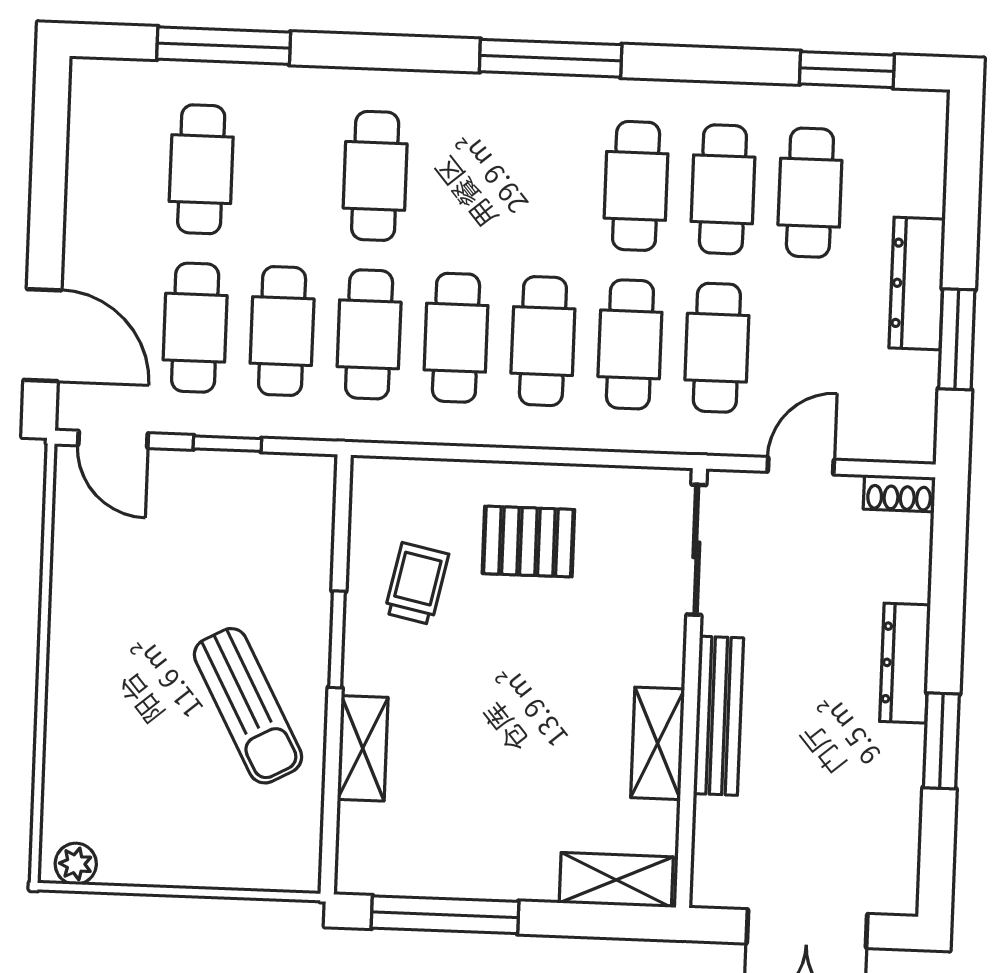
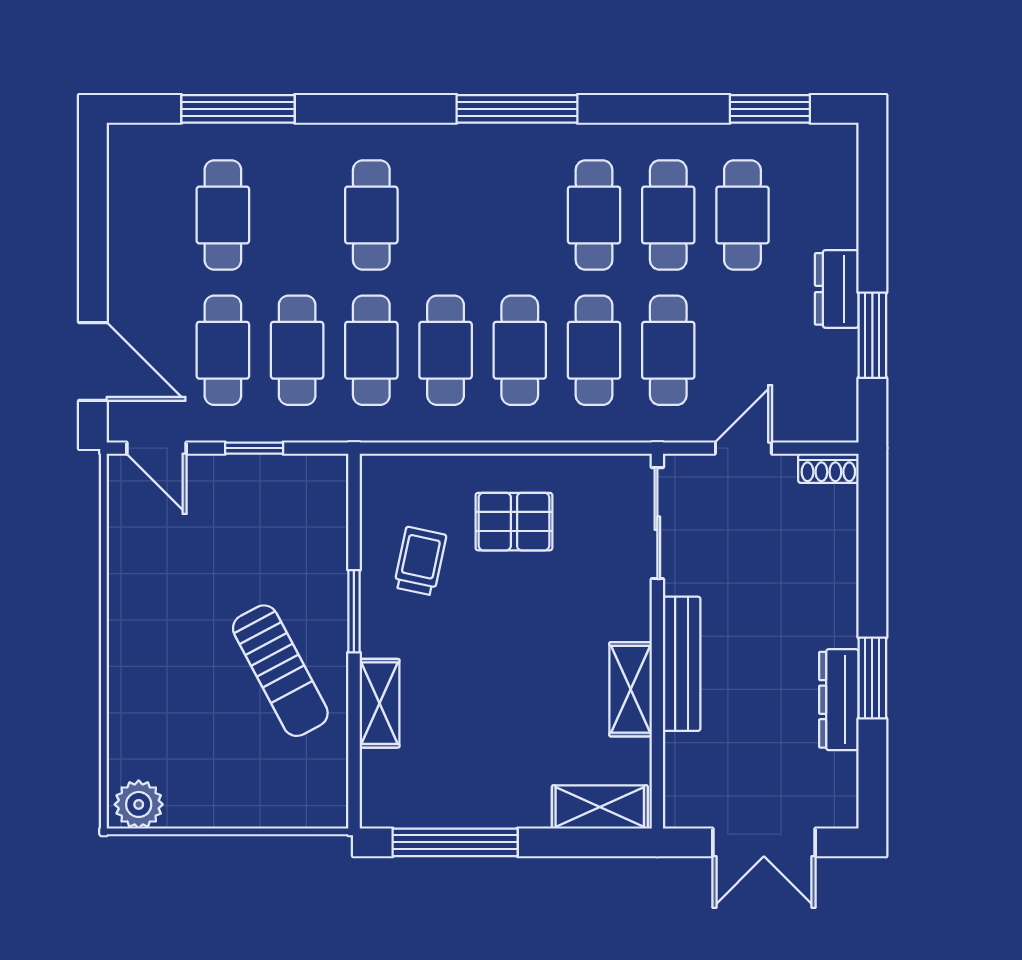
dresser: (917, 284) -> (837, 289), width x0.70
dresser: (905, 663) -> (839, 700), moved
plant: (76, 864) -> (139, 804), width x1.38, depth x1.38

